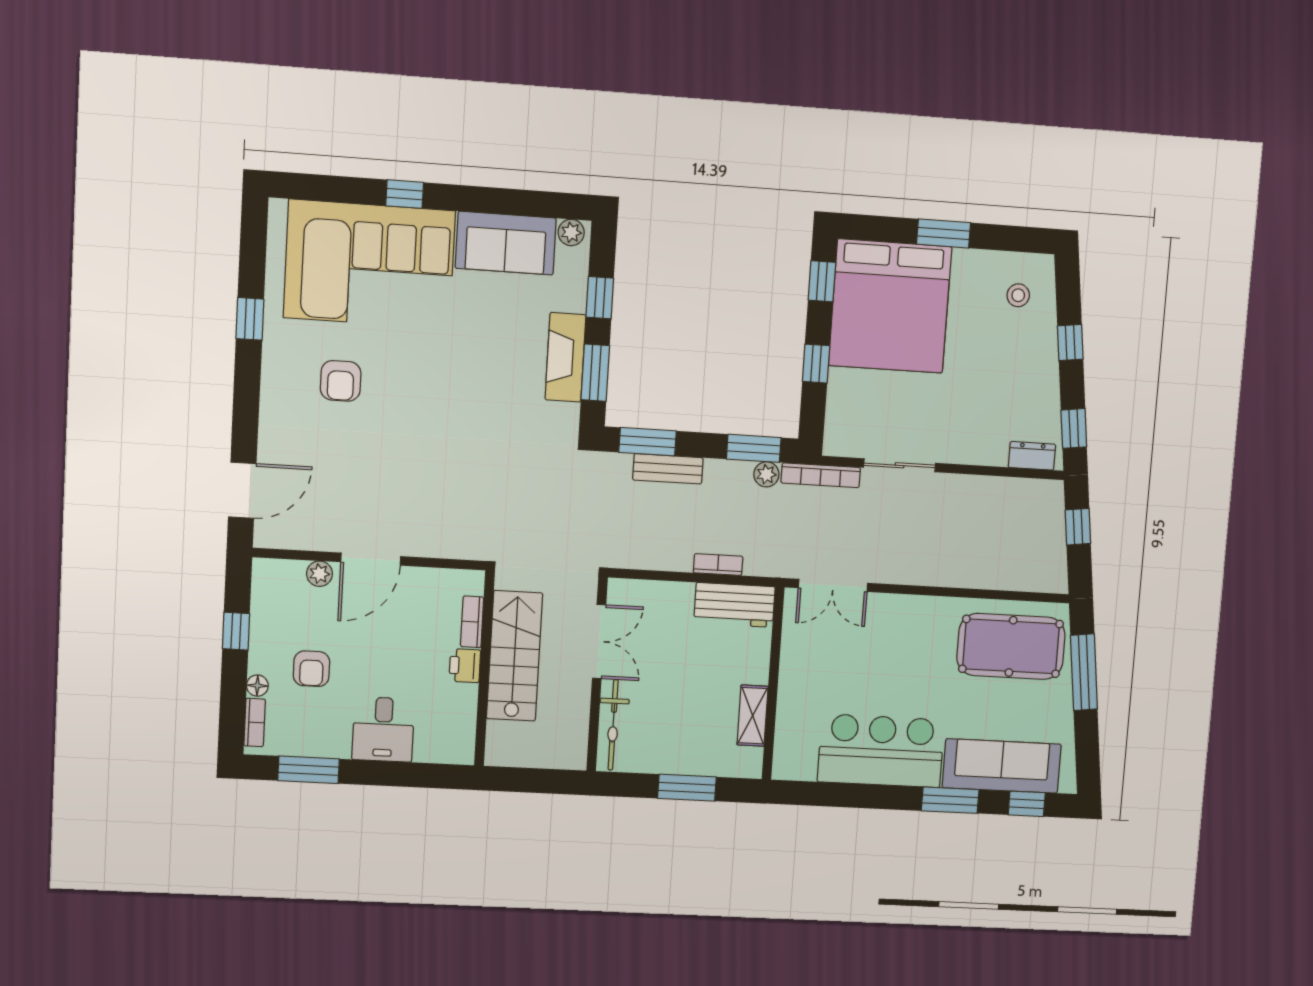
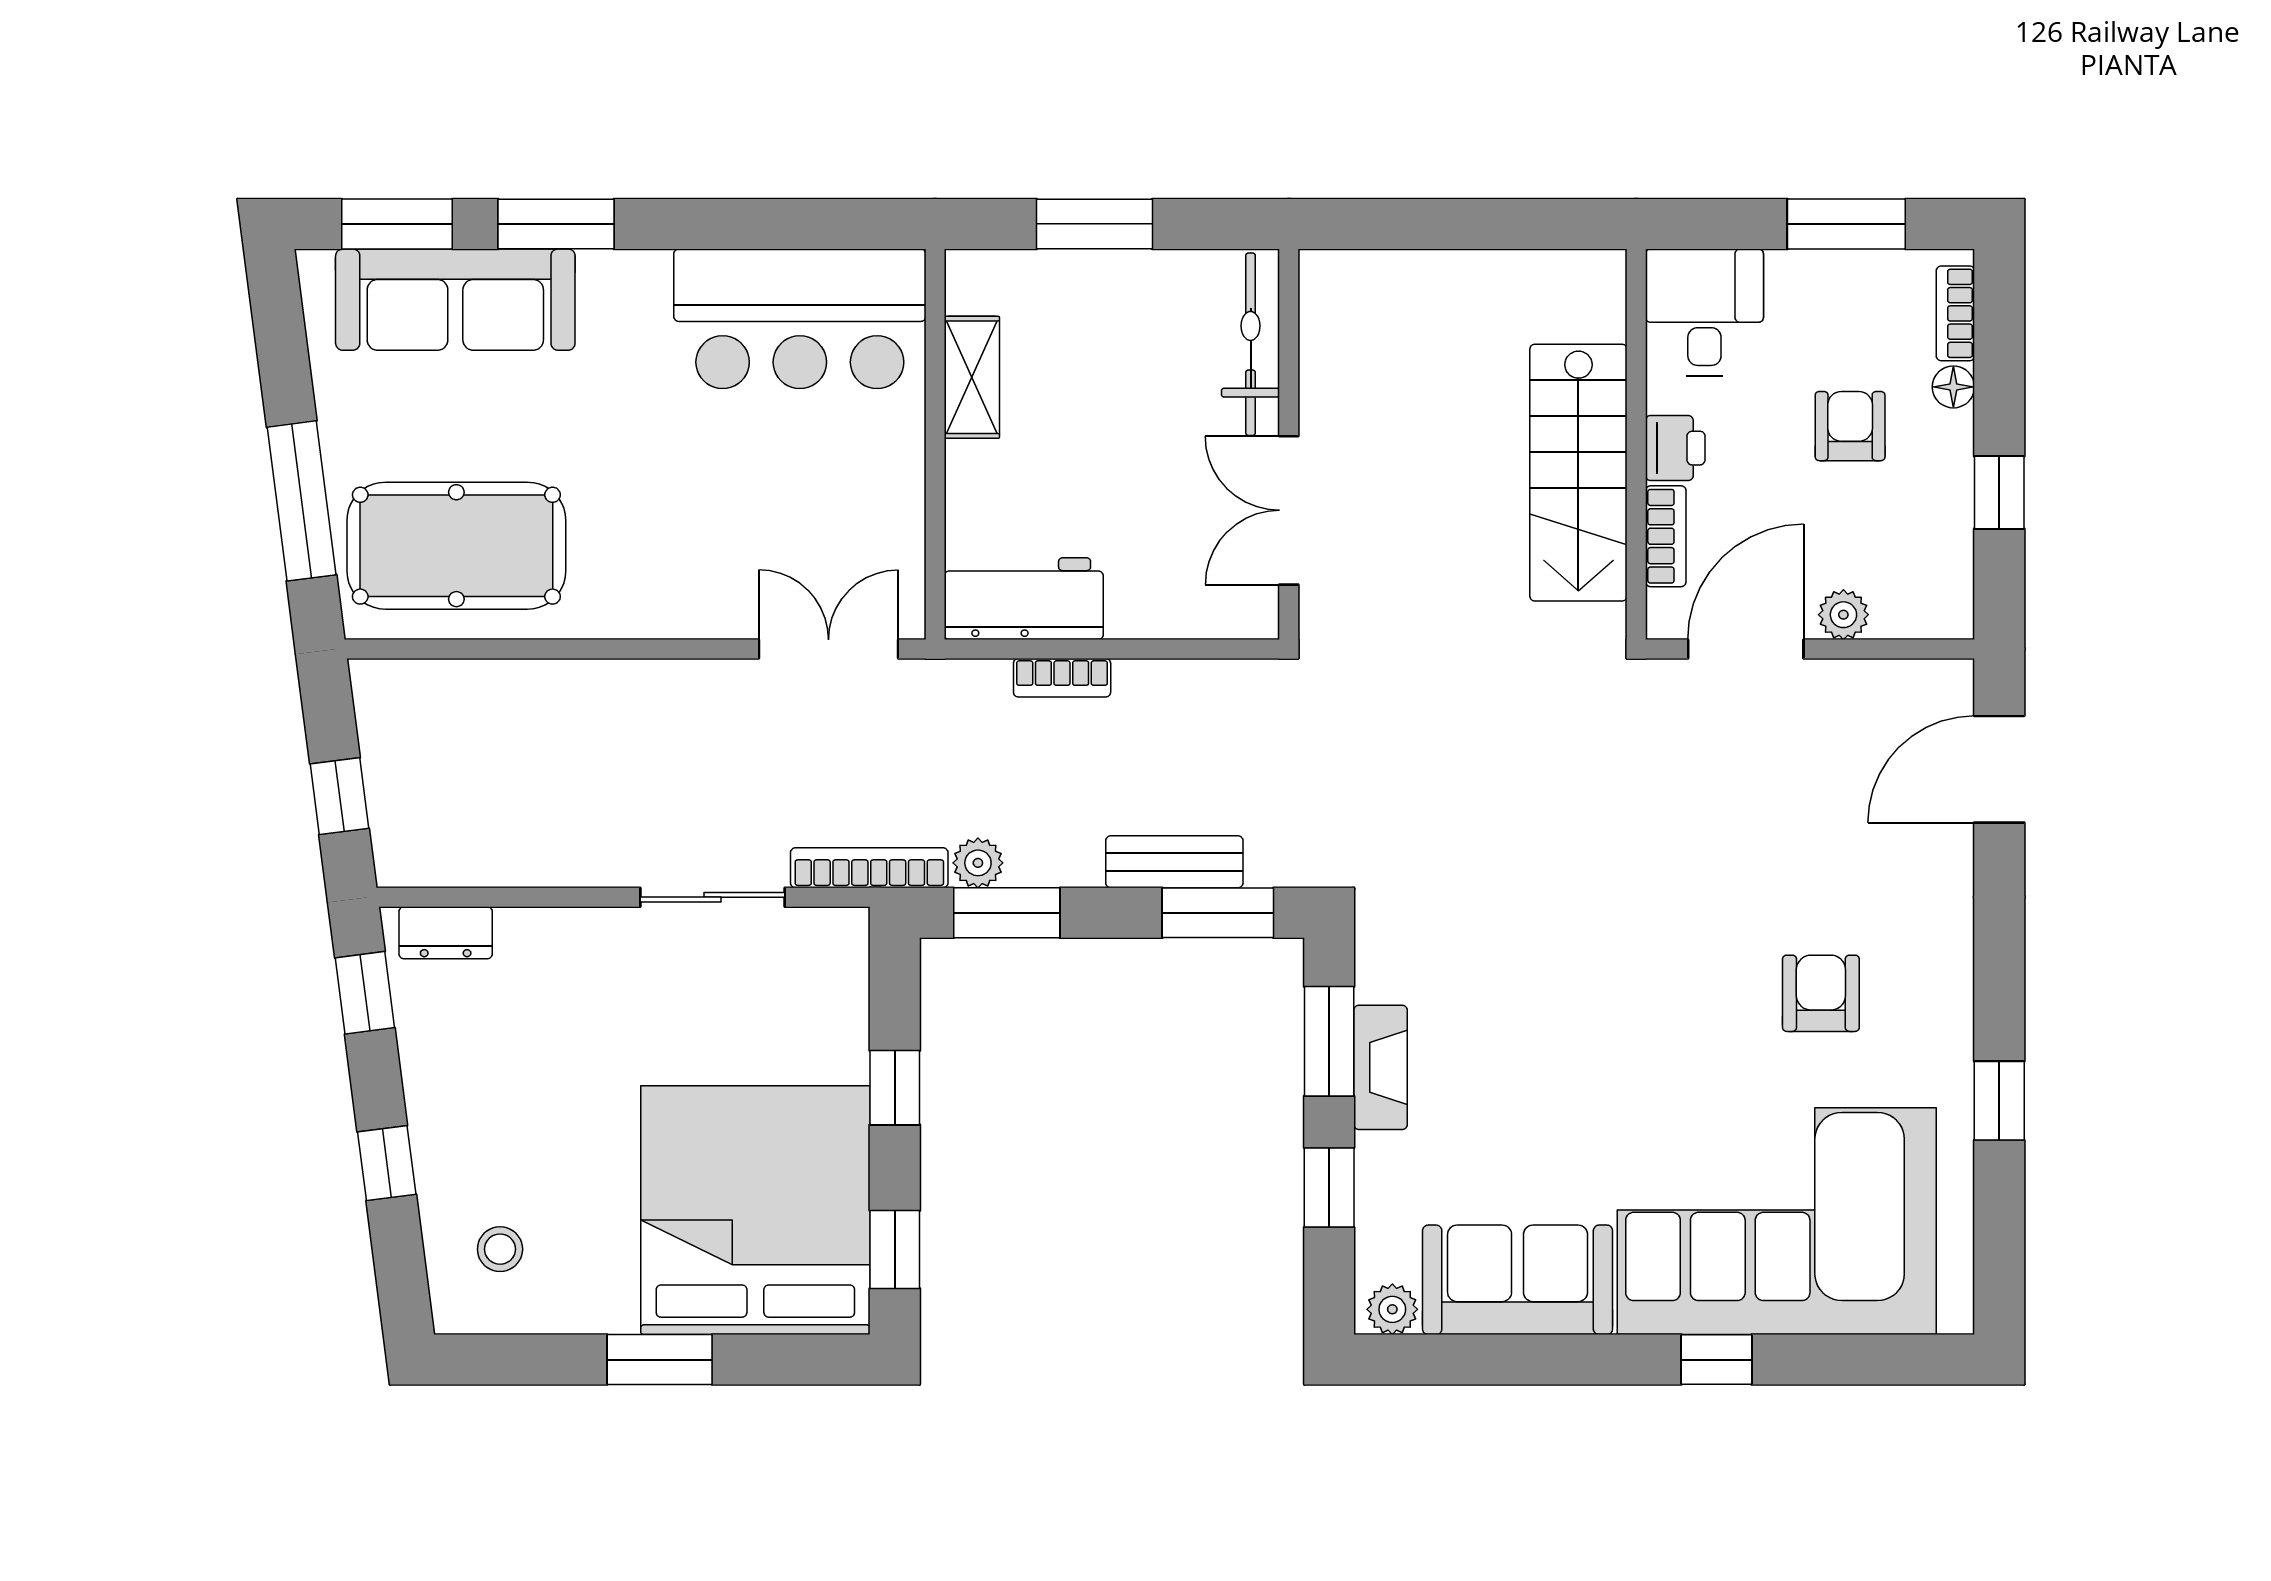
fireplace: (565, 357) -> (1381, 1067), width x0.73, depth x0.76
bookcase: (472, 622) -> (1666, 536), moved
stairs: (515, 656) -> (1578, 473), moved
printer: (465, 666) -> (1675, 448), moved
wall: (484, 669) -> (1636, 444), moved
bar counter: (881, 751) -> (800, 319), moved
window: (1027, 804) -> (397, 224), width x1.50

